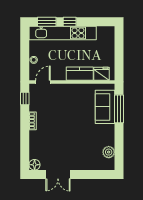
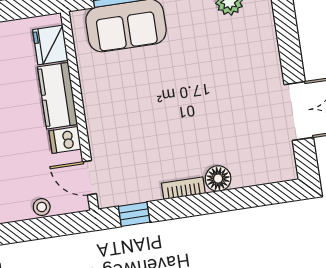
dishwasher: (61, 74) -> (65, 140), added
floor lamp: (35, 165) -> (218, 179), moved

